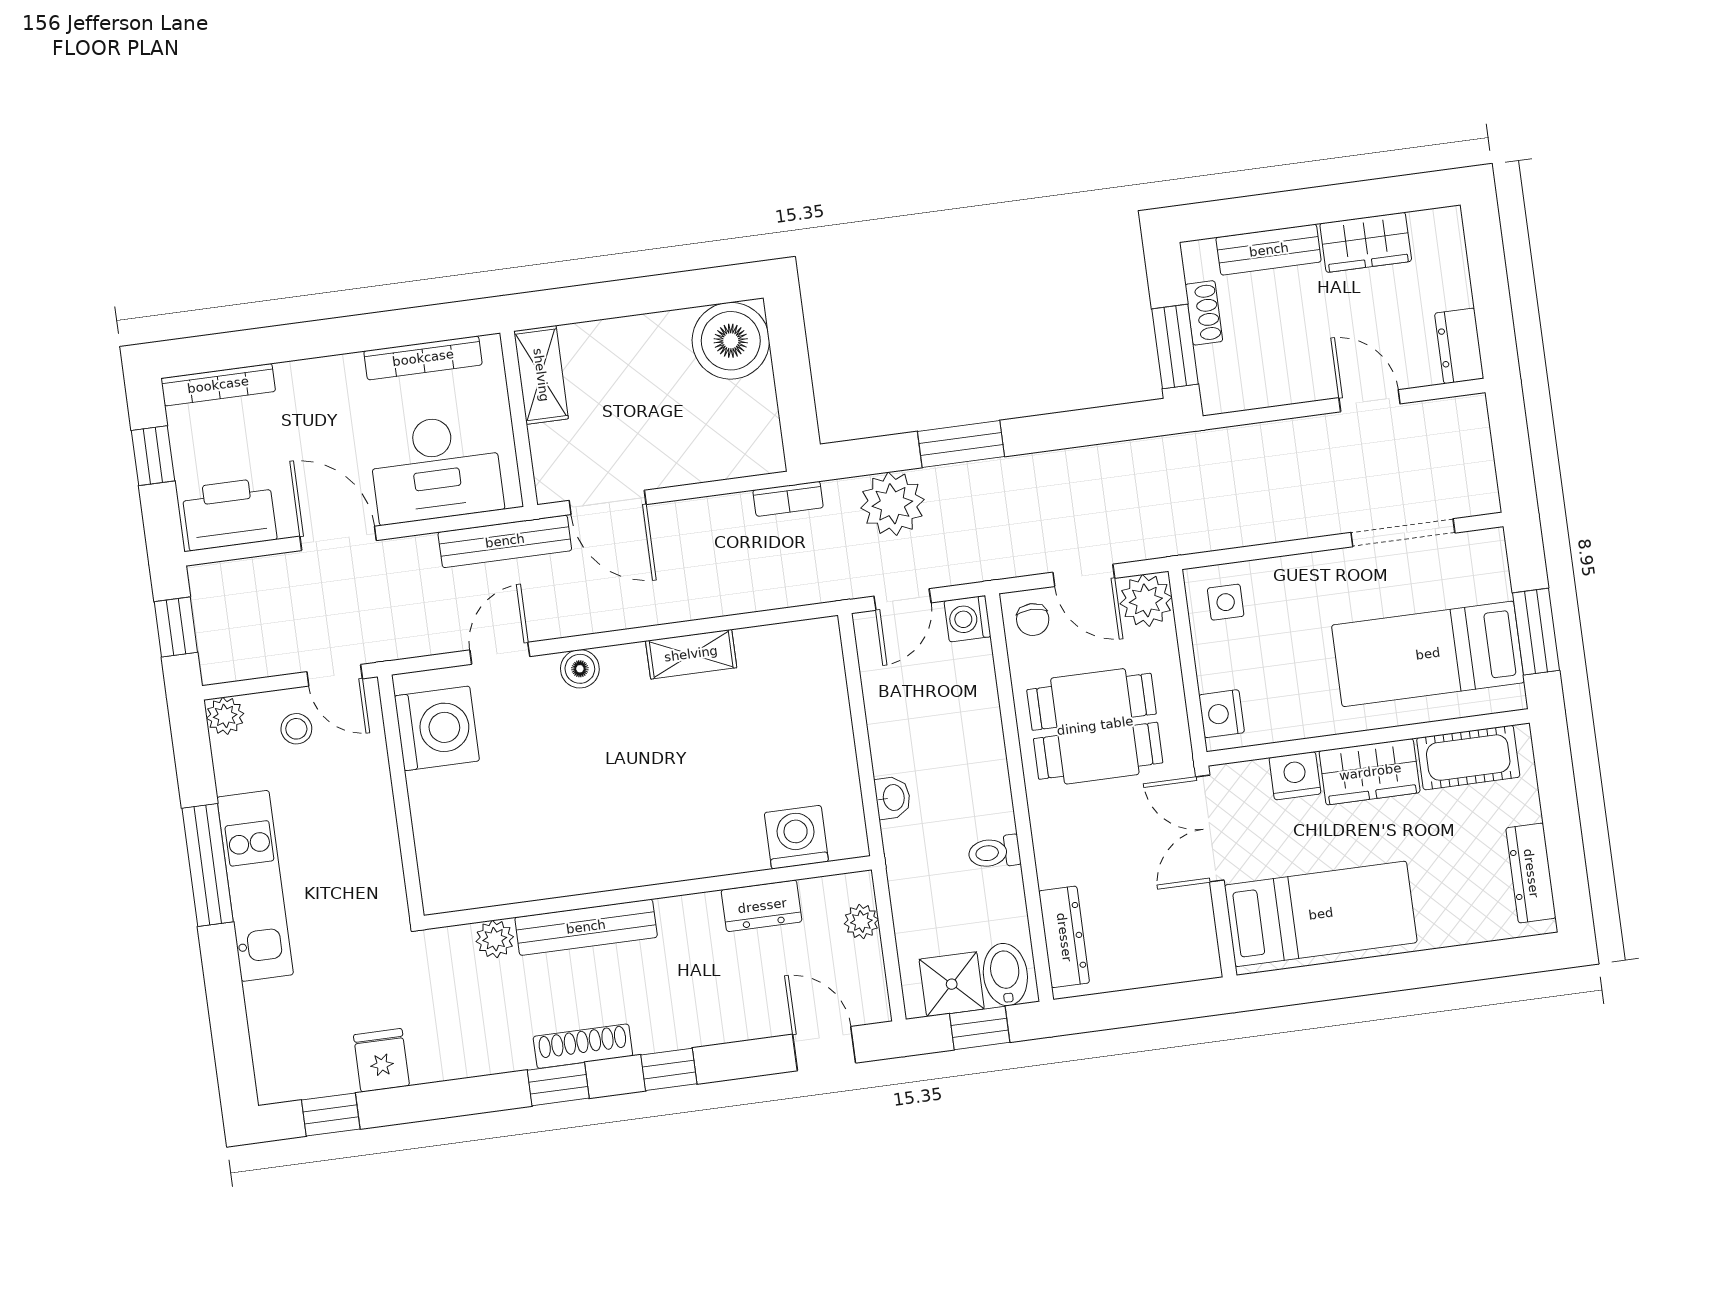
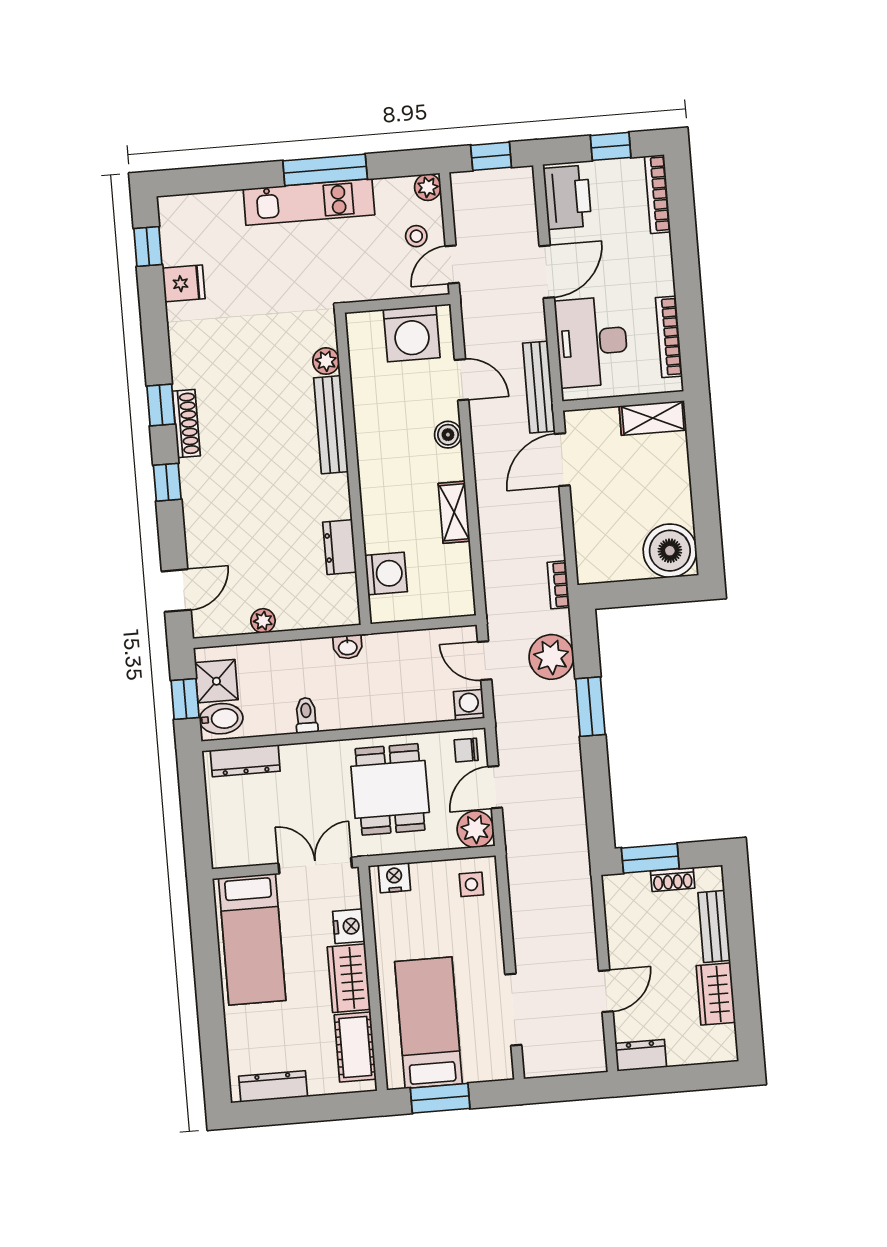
washing machine: (796, 837) -> (386, 574), moved
wall: (648, 893) -> (353, 469), moved
dresser: (762, 906) -> (340, 547), moved
bench: (586, 927) -> (331, 425), moved
plant: (495, 939) -> (326, 361), moved

